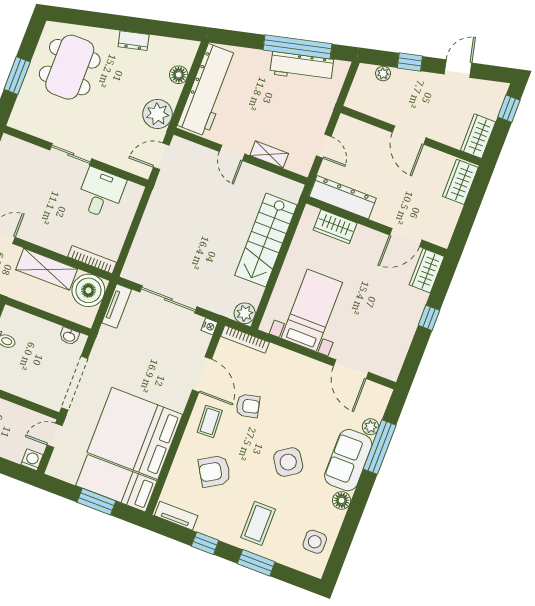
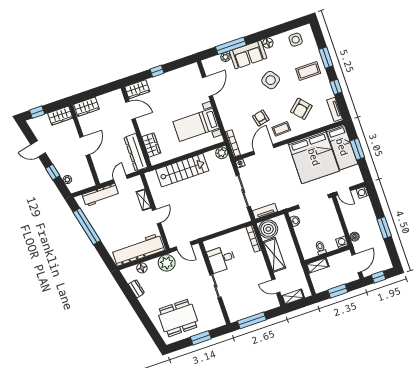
dresser: (134, 41) -> (136, 289), moved
workbench: (302, 67) -> (101, 195), moved, turned 103
armchair: (214, 471) -> (301, 109), turned 79

